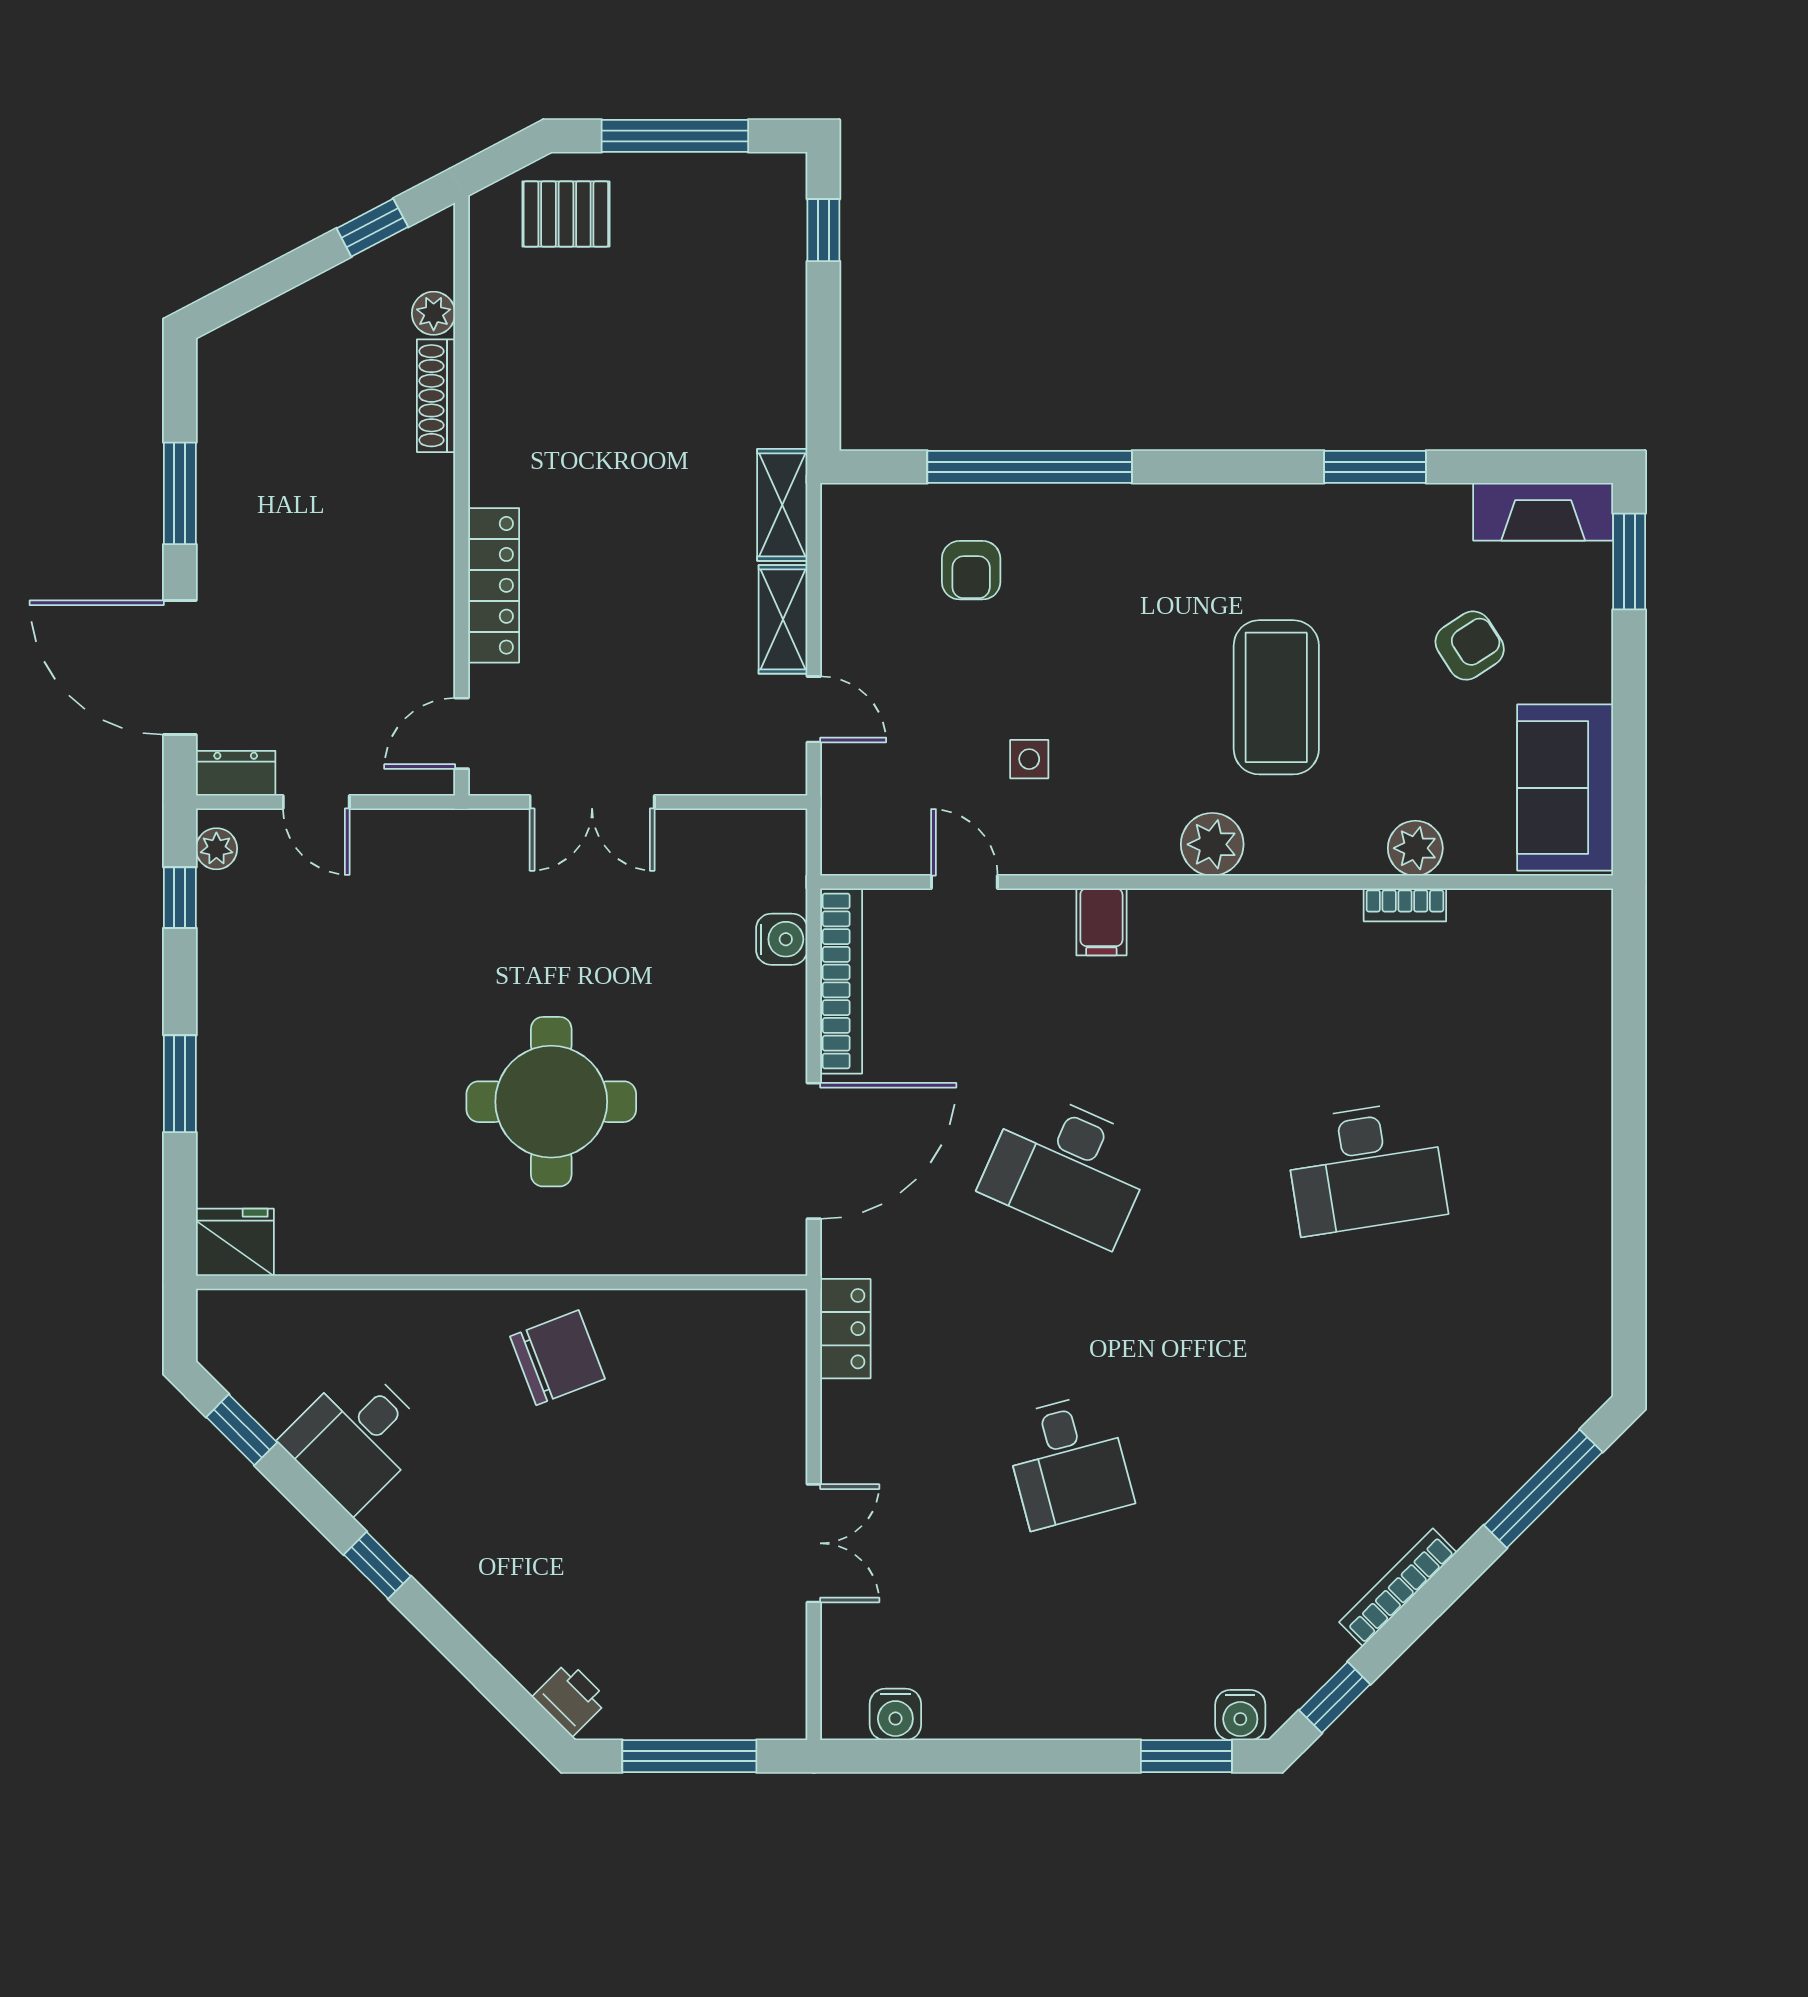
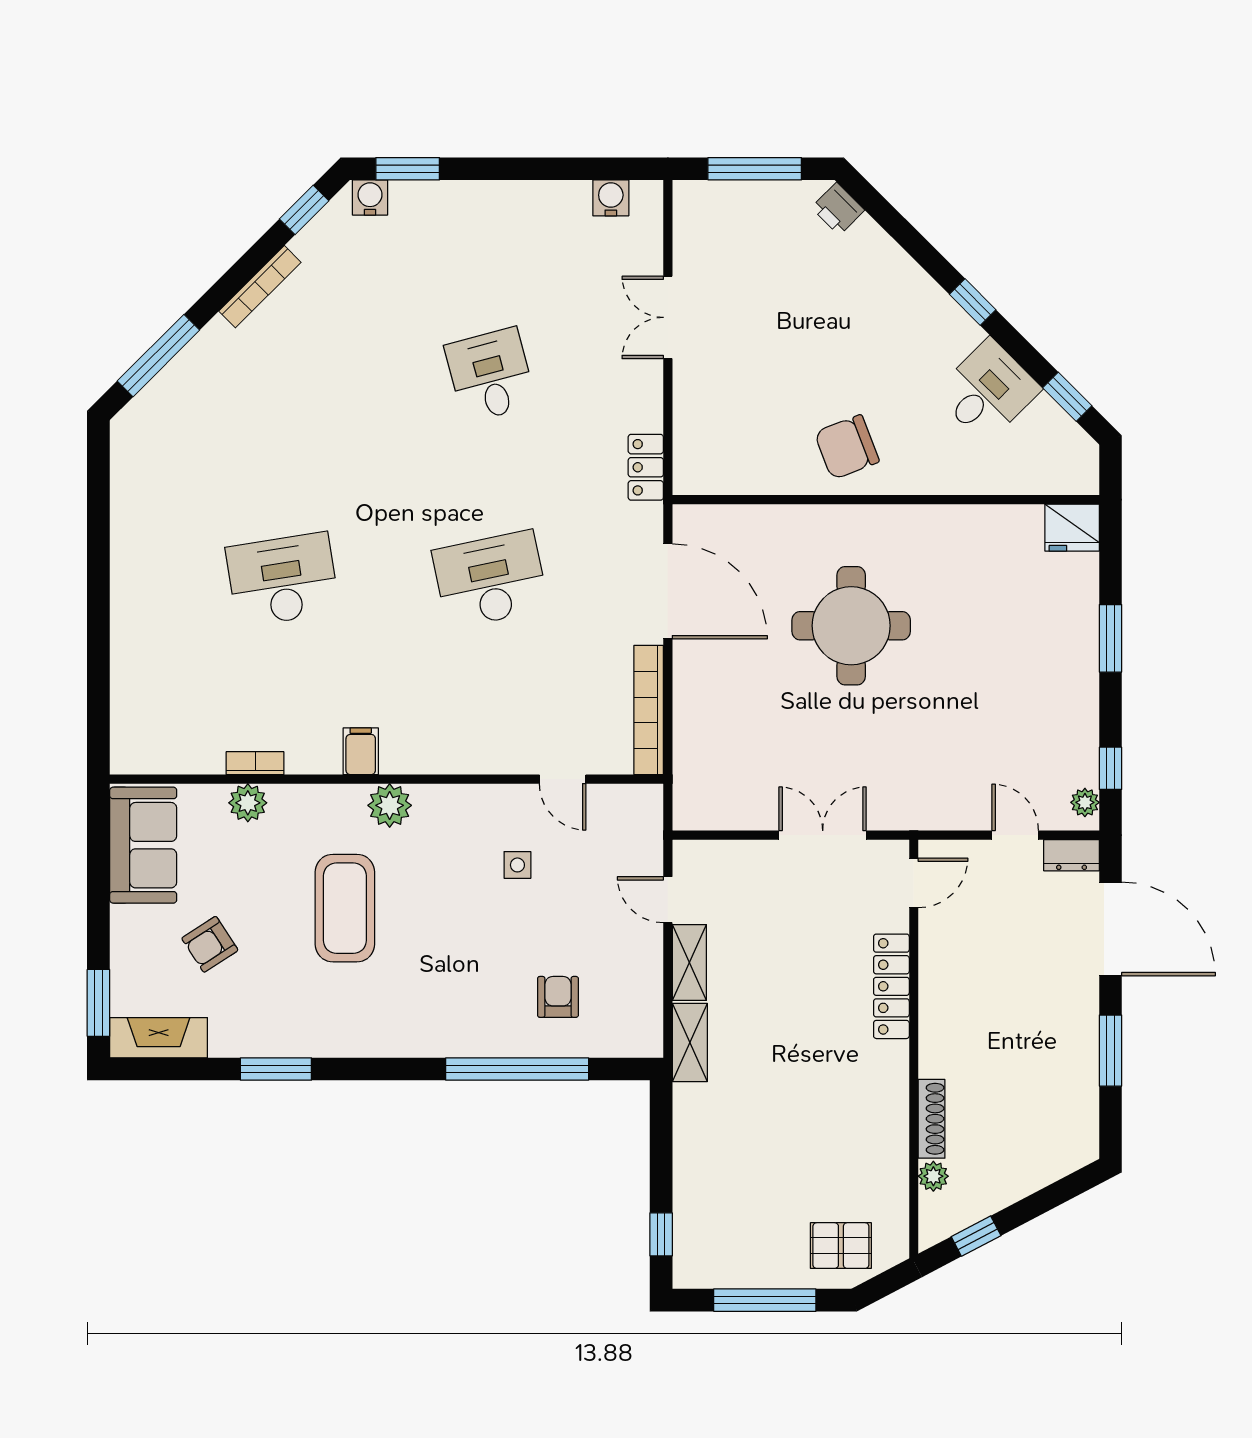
filing cabinet: (1101, 922) -> (361, 751), moved
water cooler: (782, 939) -> (690, 739), removed
door: (814, 1151) -> (668, 591), swing flipped
desk: (1068, 1168) -> (490, 580), turned -36

